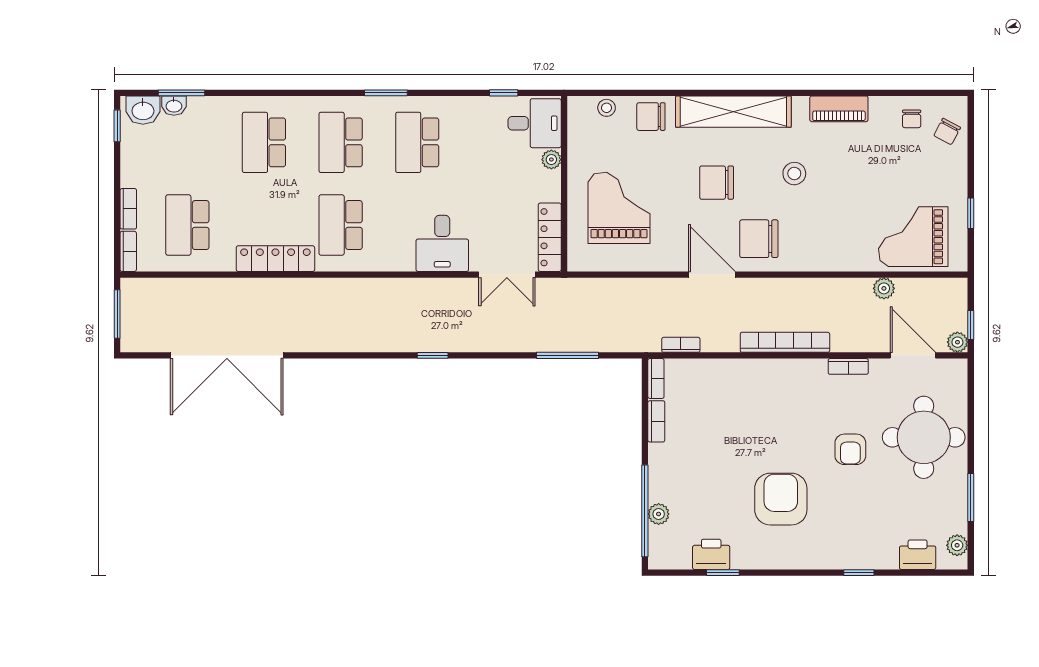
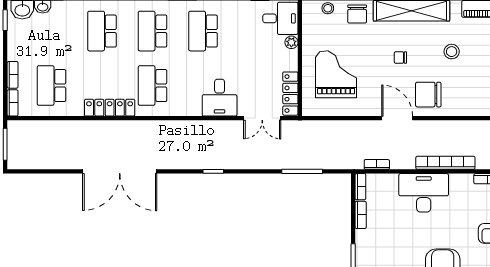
chair: (651, 117) -> (357, 14), turned -90
chair: (717, 183) -> (400, 58), width x0.54, depth x0.54
double door: (227, 355) -> (120, 171), moved
desk: (752, 388) -> (424, 193), added

